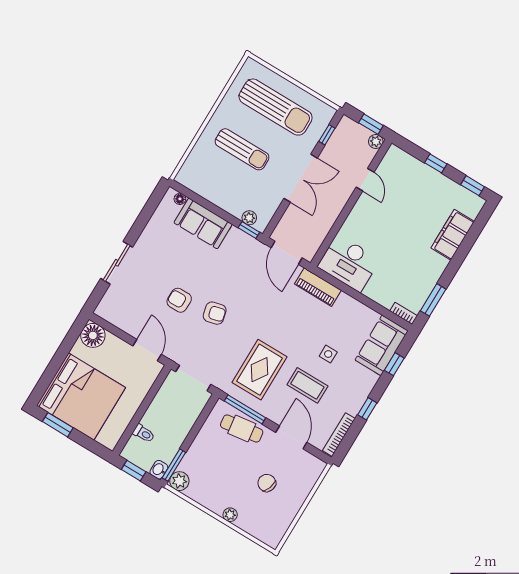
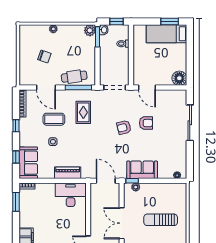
sofa: (203, 223) -> (142, 170), moved
sliding door: (117, 263) -> (190, 123), width x1.37
piano: (318, 287) -> (68, 173), moved
rug: (260, 370) -> (83, 112), width x0.73, depth x0.70
bed: (81, 396) -> (166, 34), width x0.49

